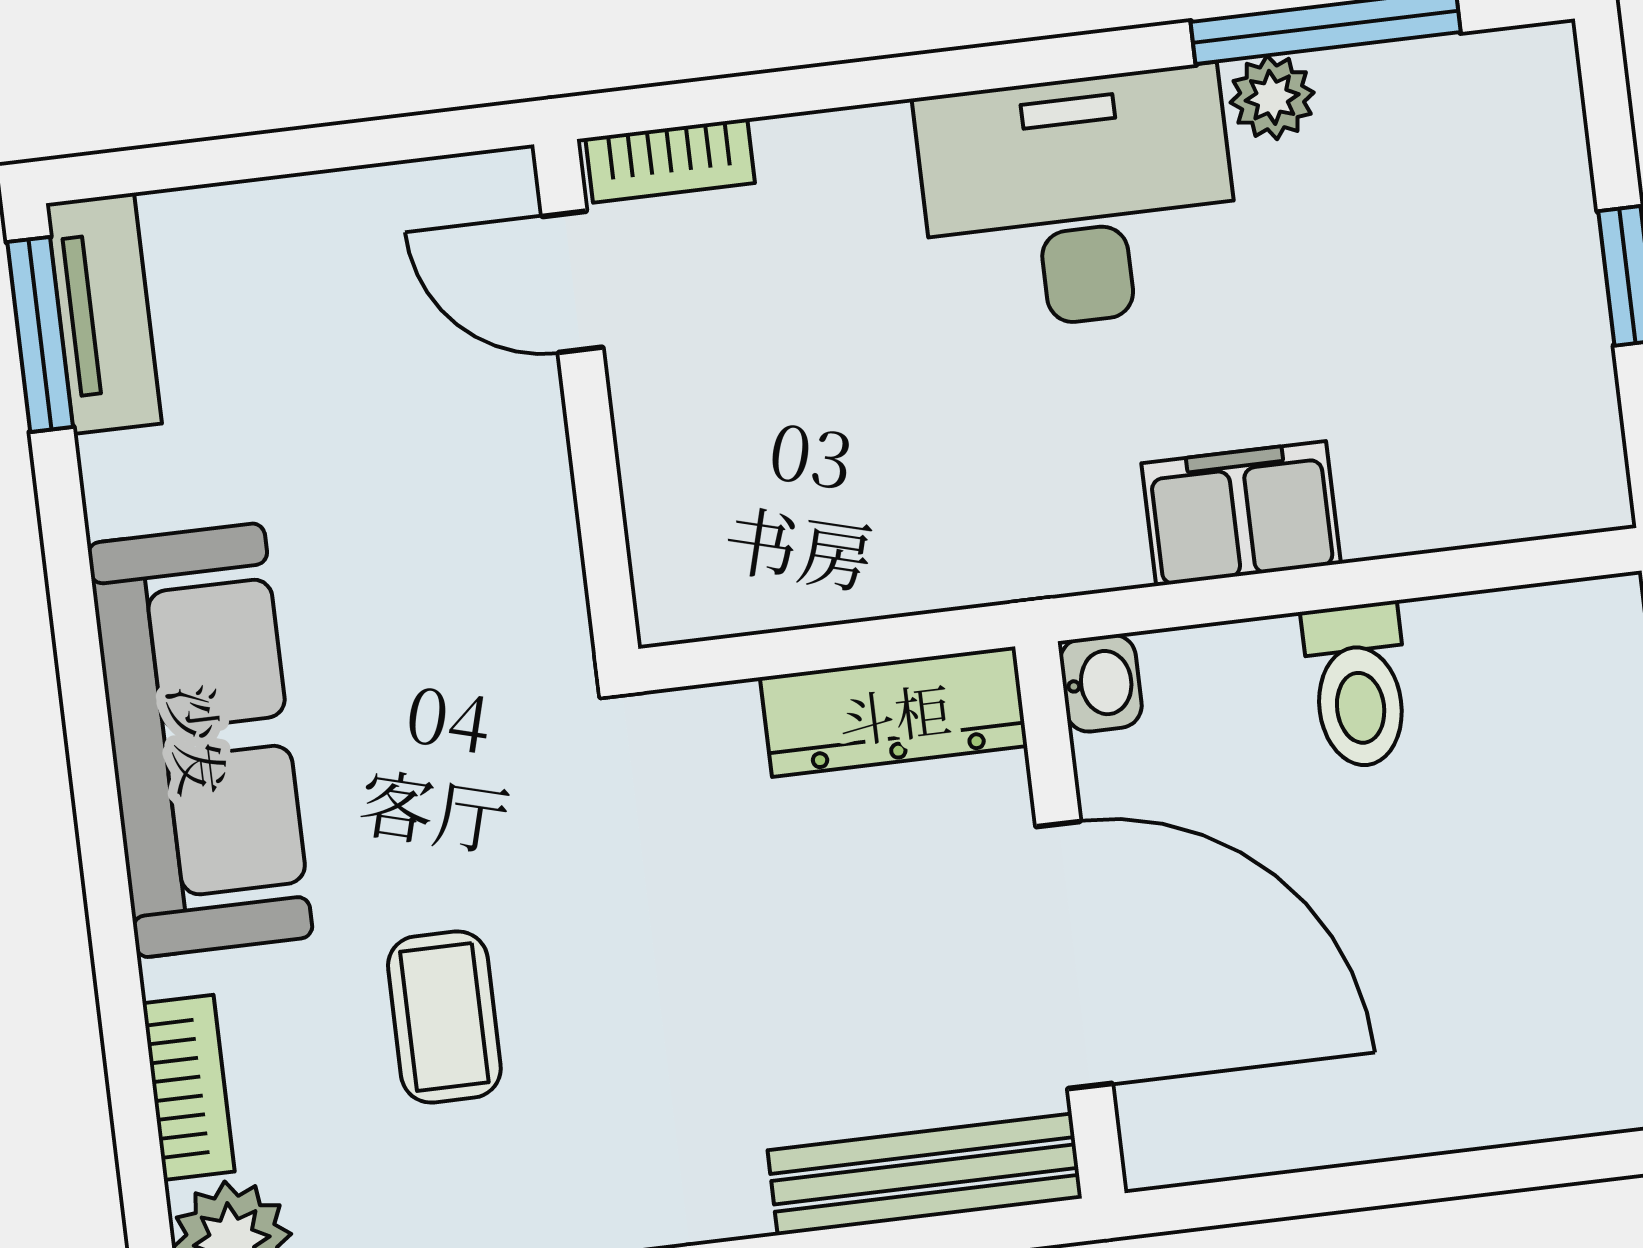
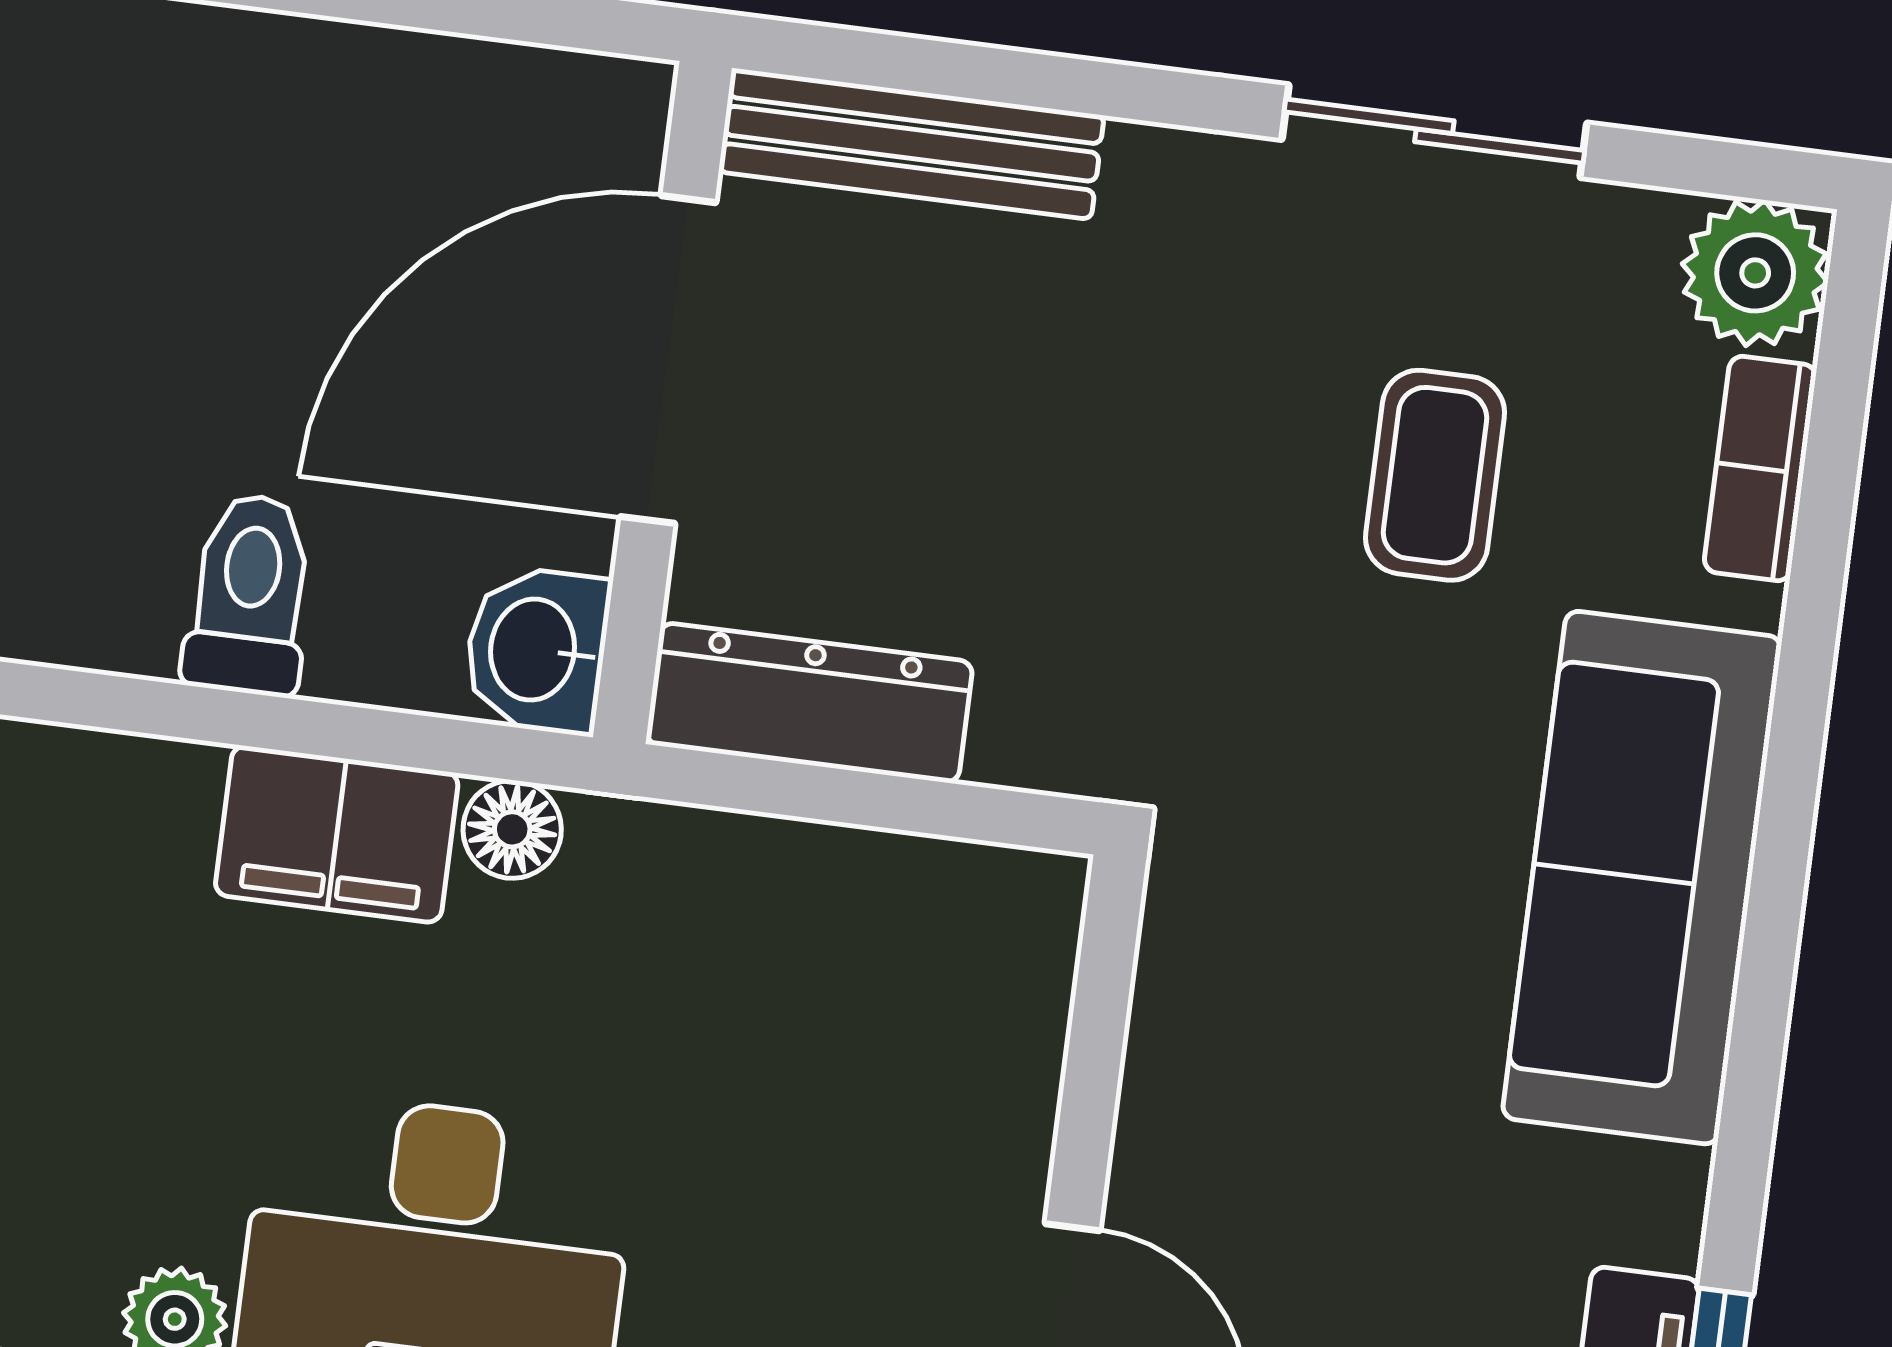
floor lamp: (1103, 552) -> (512, 829), added
washbasin: (1101, 683) -> (537, 650), width x1.38, depth x1.45
door: (1074, 955) -> (668, 360), hinge flipped

